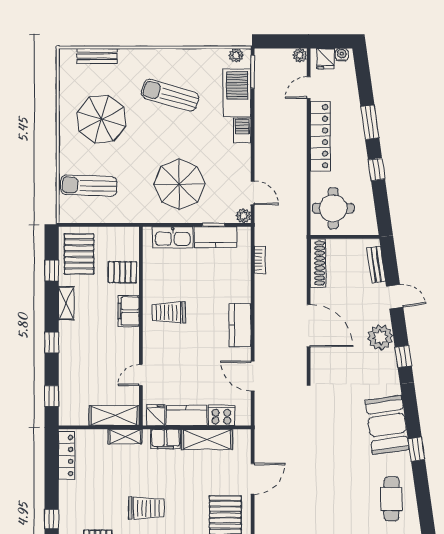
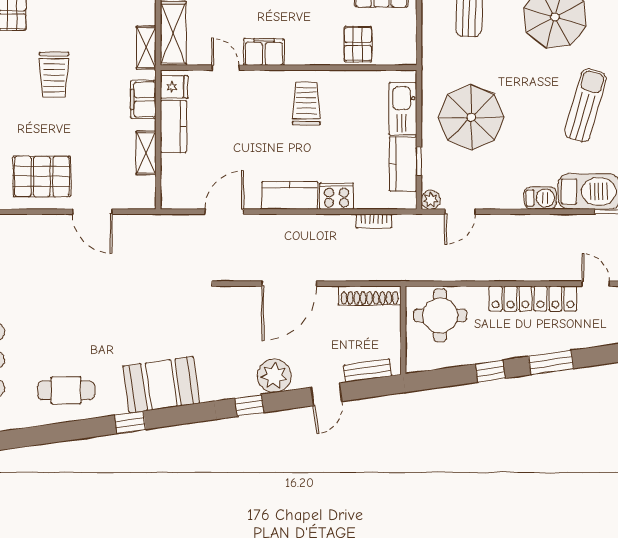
filing cabinet: (129, 311) -> (264, 52), moved
cooker: (221, 415) -> (337, 196), moved, turned -90
shelving: (207, 439) -> (146, 153), width x0.67, depth x0.75

